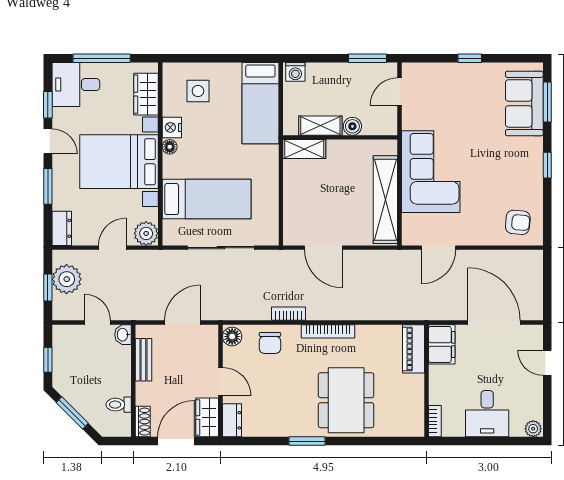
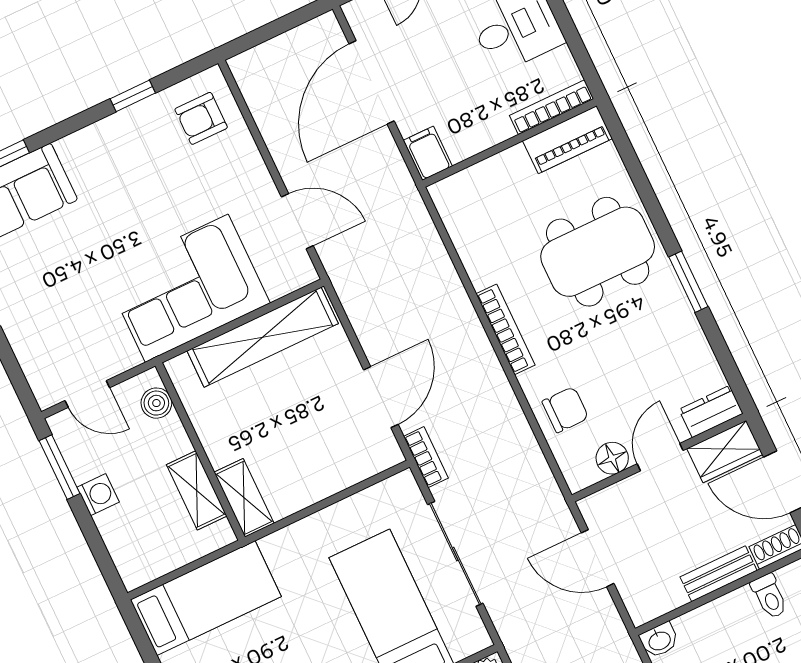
washing machine: (295, 72) -> (98, 495), moved
boiler: (352, 126) -> (156, 403), moved
window: (547, 165) -> (133, 96), moved
armchair: (518, 222) -> (201, 118), turned -95
bookcase: (288, 314) -> (426, 457), moved, turned 180
floor lamp: (232, 336) -> (612, 458), moved
filing cabinet: (442, 344) -> (428, 153), width x0.50
piano: (414, 349) -> (568, 140), moved
bench: (143, 360) -> (719, 574), moved
bookcase: (435, 421) -> (552, 107), width x1.56

